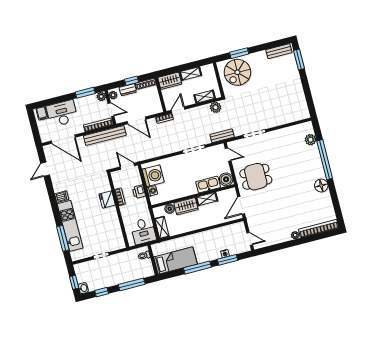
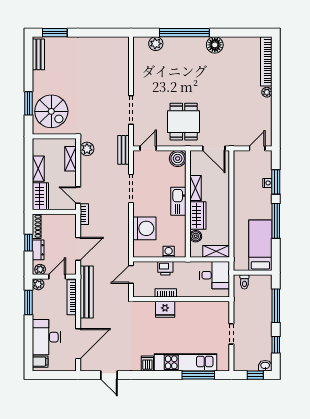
washing machine: (153, 176) -> (144, 228), moved, turned 90
kitchen sink: (208, 185) -> (178, 201), moved

